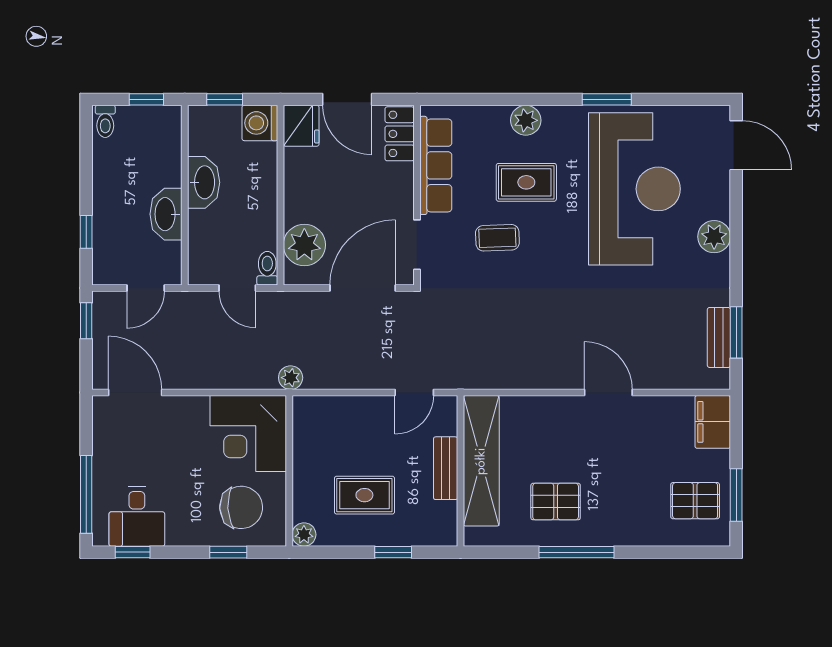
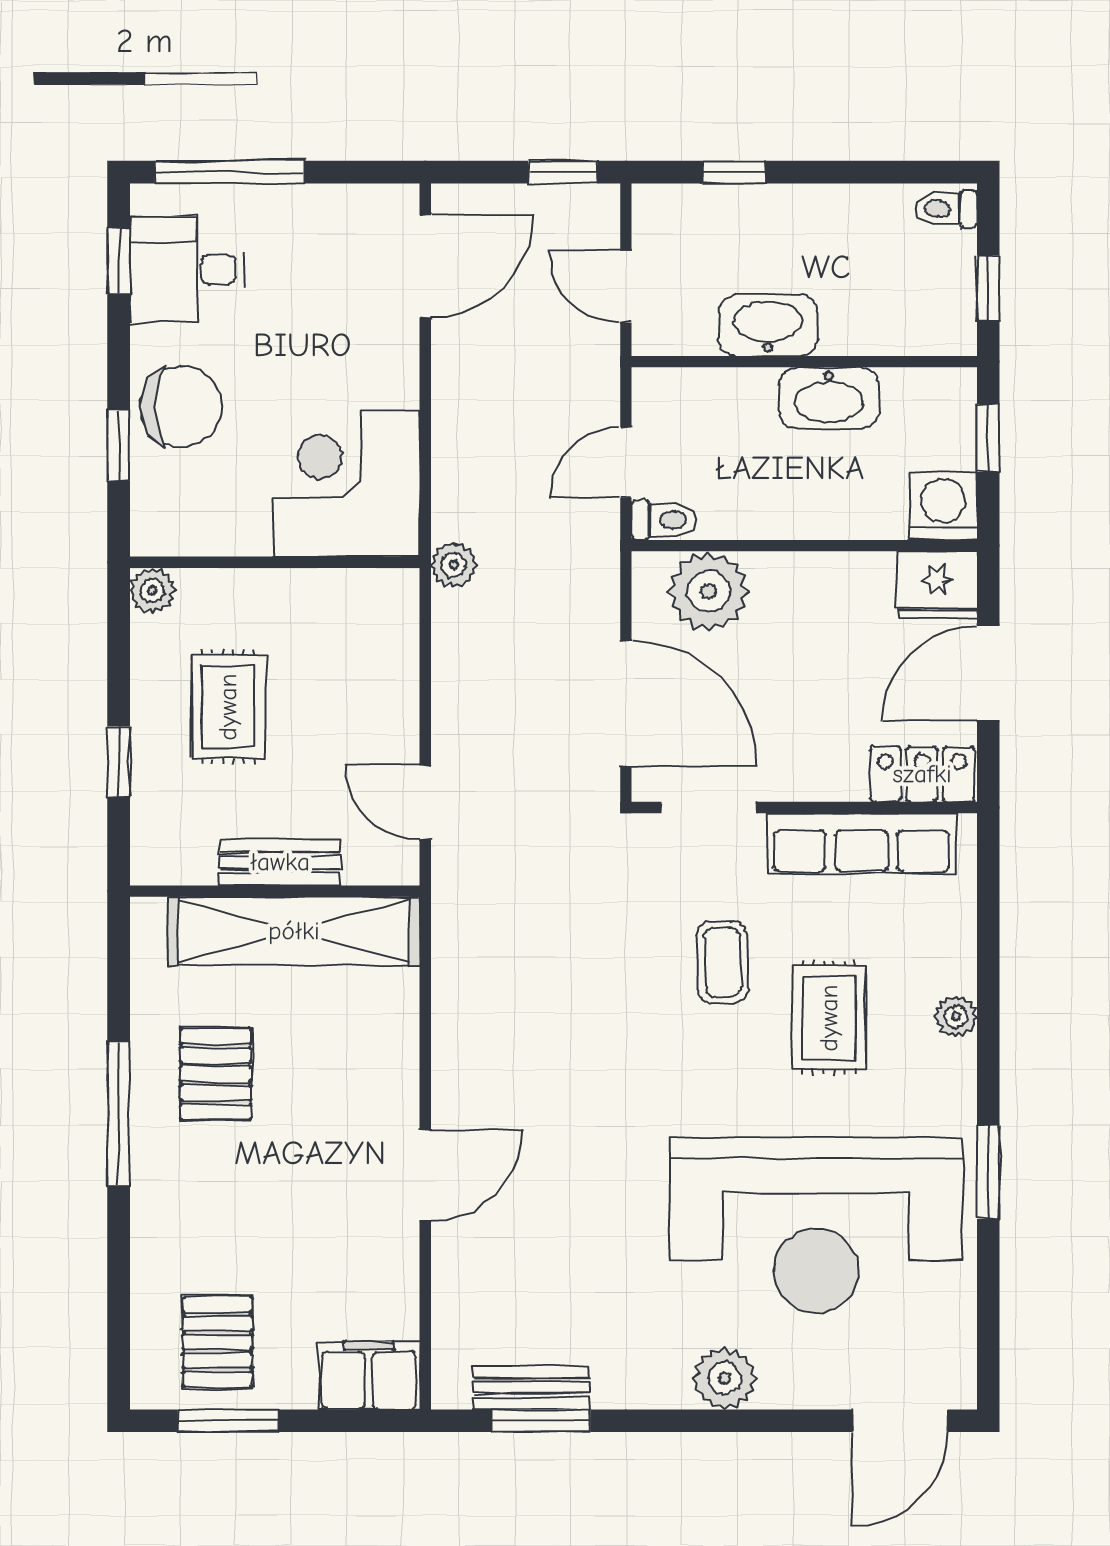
plant: (526, 120) -> (956, 1016), width x0.73, depth x0.73
chair: (241, 507) -> (181, 407), moved, turned -87

